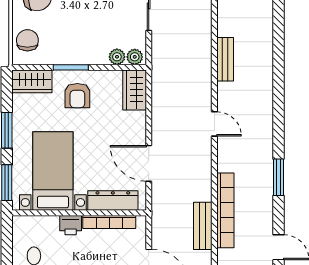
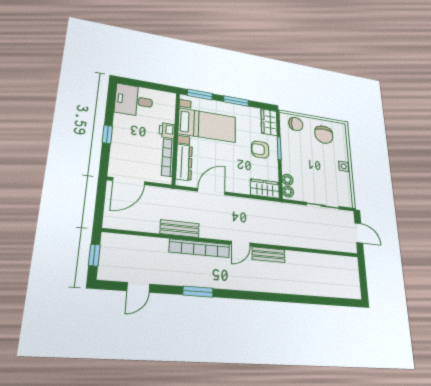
bench: (225, 59) -> (268, 255), moved
bookcase: (225, 210) -> (200, 248), moved
bench: (203, 226) -> (180, 228), moved

